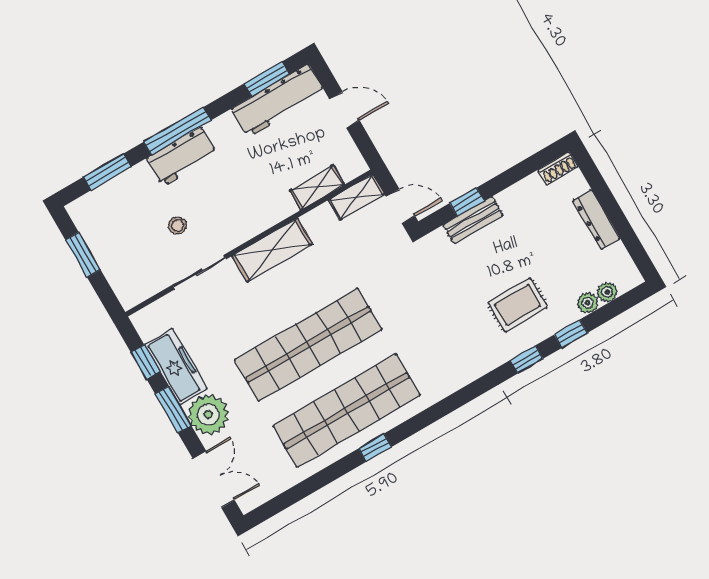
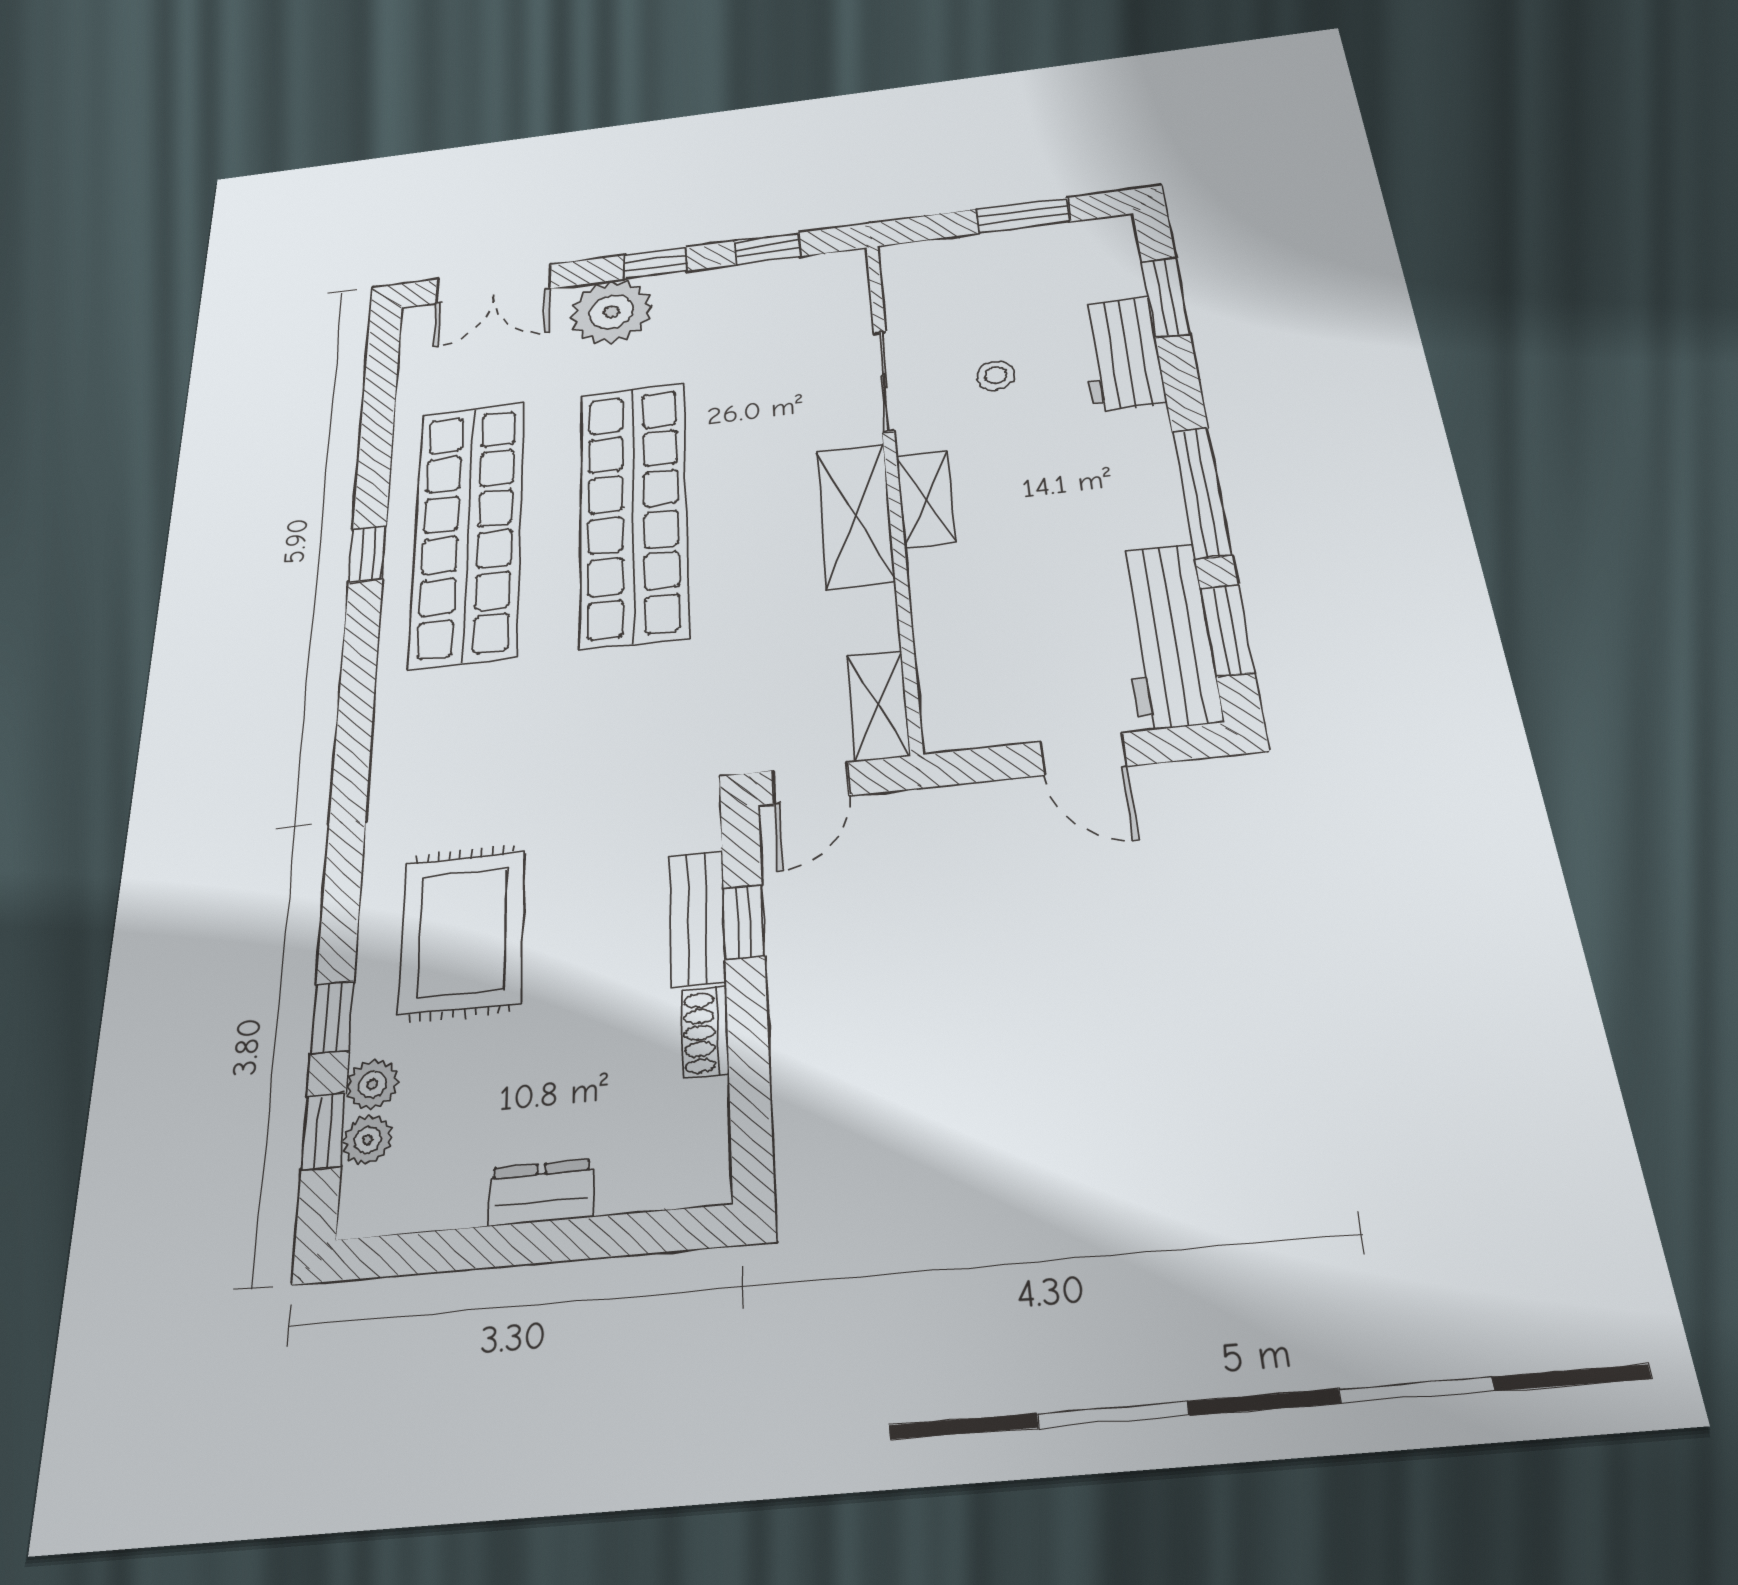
door: (344, 110) -> (1083, 754), hinge flipped
window: (177, 131) -> (1202, 492), moved
workbench: (182, 156) -> (1122, 354), moved
shoe rack: (558, 168) -> (705, 1032), moved
shelving: (317, 187) -> (926, 499), moved
dresser: (596, 219) -> (541, 1193), width x0.70
rug: (518, 305) -> (462, 932), width x1.36, depth x1.43
window: (527, 359) -> (324, 1131), moved
freezer: (176, 367) -> (729, 291), removed
window: (173, 410) -> (656, 263), width x0.67

